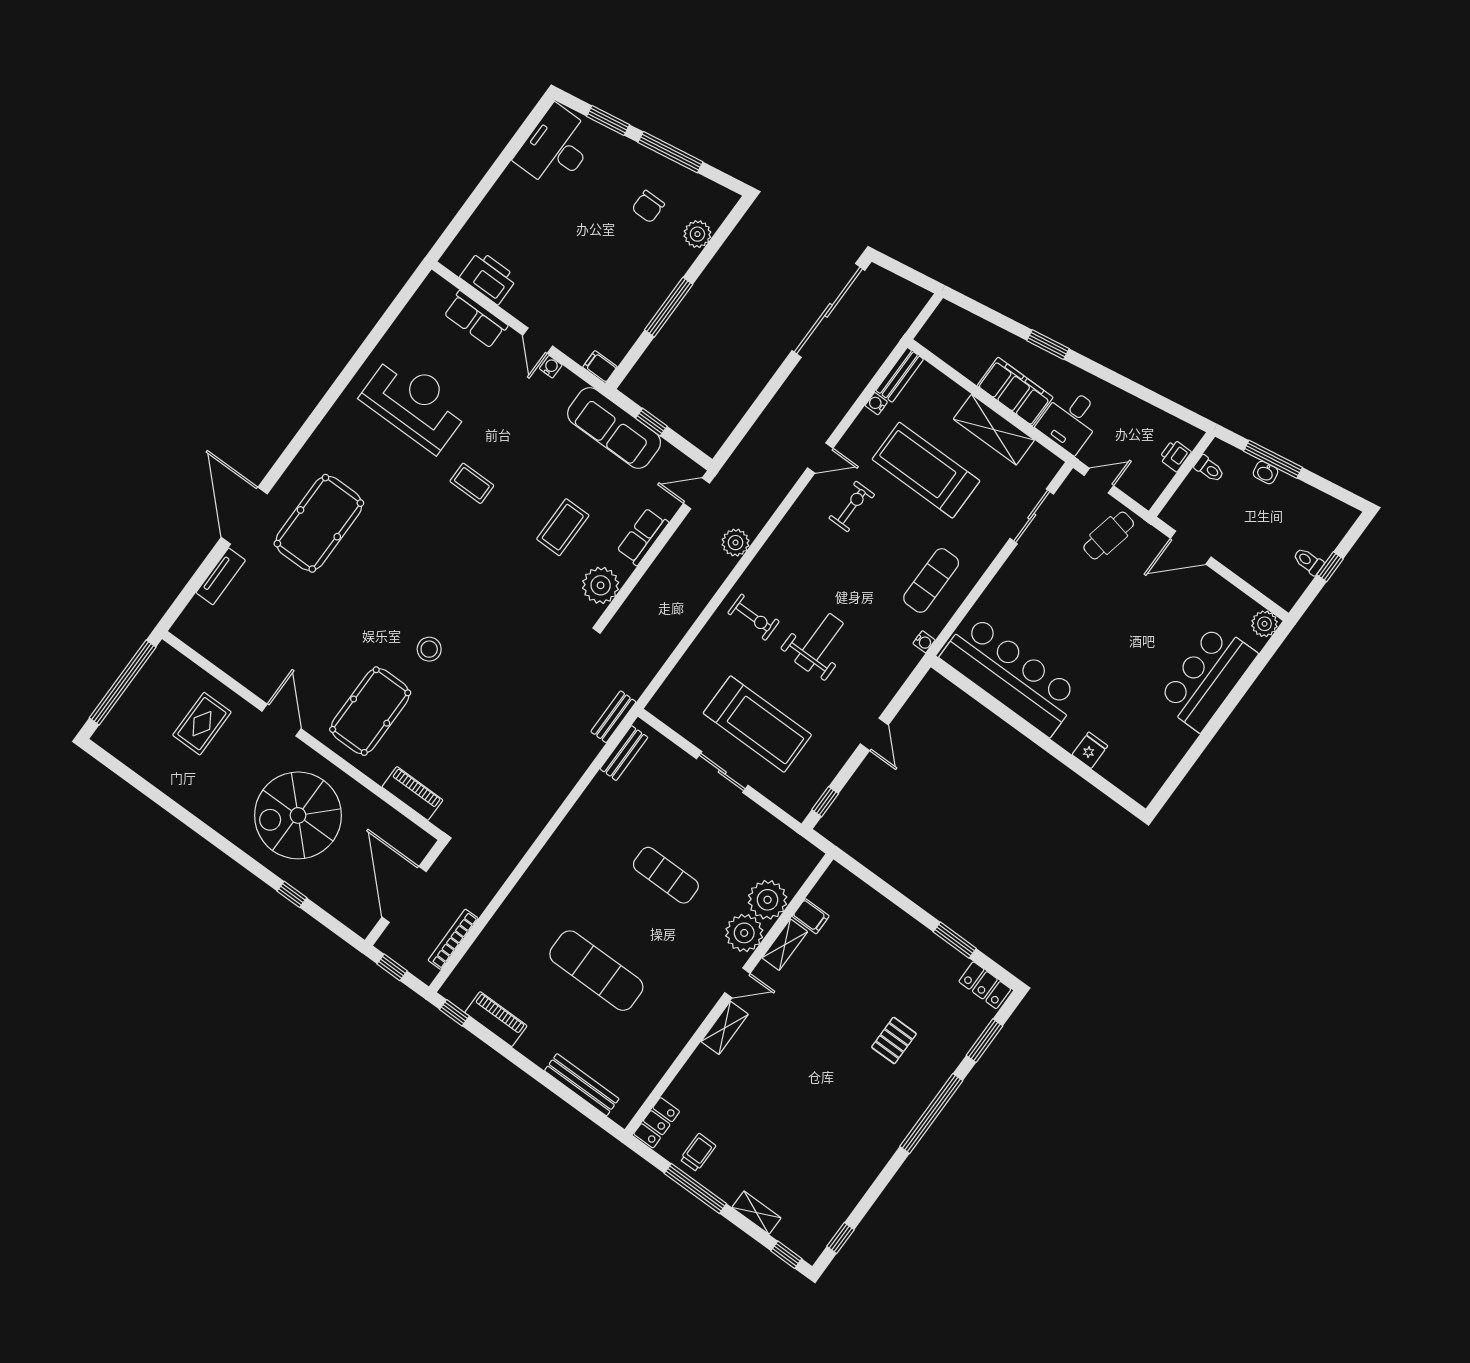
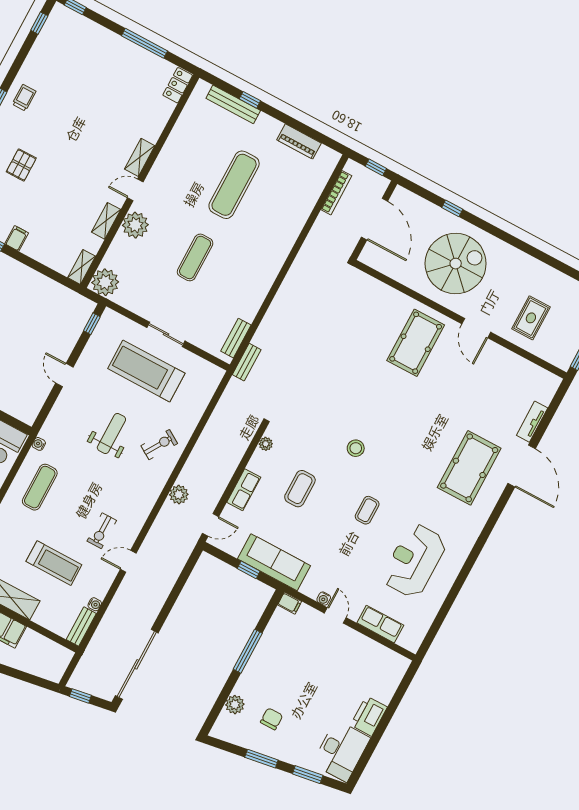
window: (670, 152) -> (261, 759), width x0.69
printer: (489, 277) -> (369, 716), moved, turned 90
window: (915, 277) -> (80, 696), added
reception desk: (415, 403) -> (414, 561), turned 90
treadmill: (926, 470) -> (54, 563), width x0.73, depth x0.73
coffee table: (472, 483) -> (367, 510), turned 90
plant: (601, 585) -> (266, 444), width x0.53, depth x0.53
exercise bike: (754, 617) -> (159, 445), turned 122
weight bench: (819, 642) -> (111, 433), turned 180
stool: (429, 649) -> (356, 448), moved
piano: (412, 793) -> (378, 290), removed
exercise mat: (666, 875) -> (195, 257), turned 90
plant: (768, 900) -> (105, 282), moved
filing cabinet: (811, 916) -> (17, 238), moved, turned 90
exercise mat: (596, 971) -> (234, 185), turned 90
window: (454, 1013) -> (250, 100), moved
trolley: (698, 1153) -> (24, 98), moved, turned 180
shelving: (756, 1213) -> (82, 267), moved, turned 90

